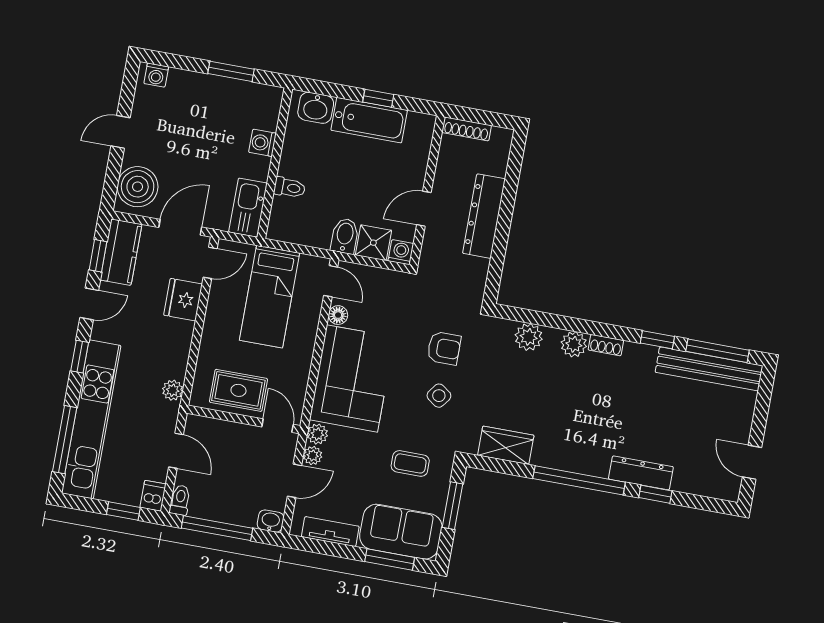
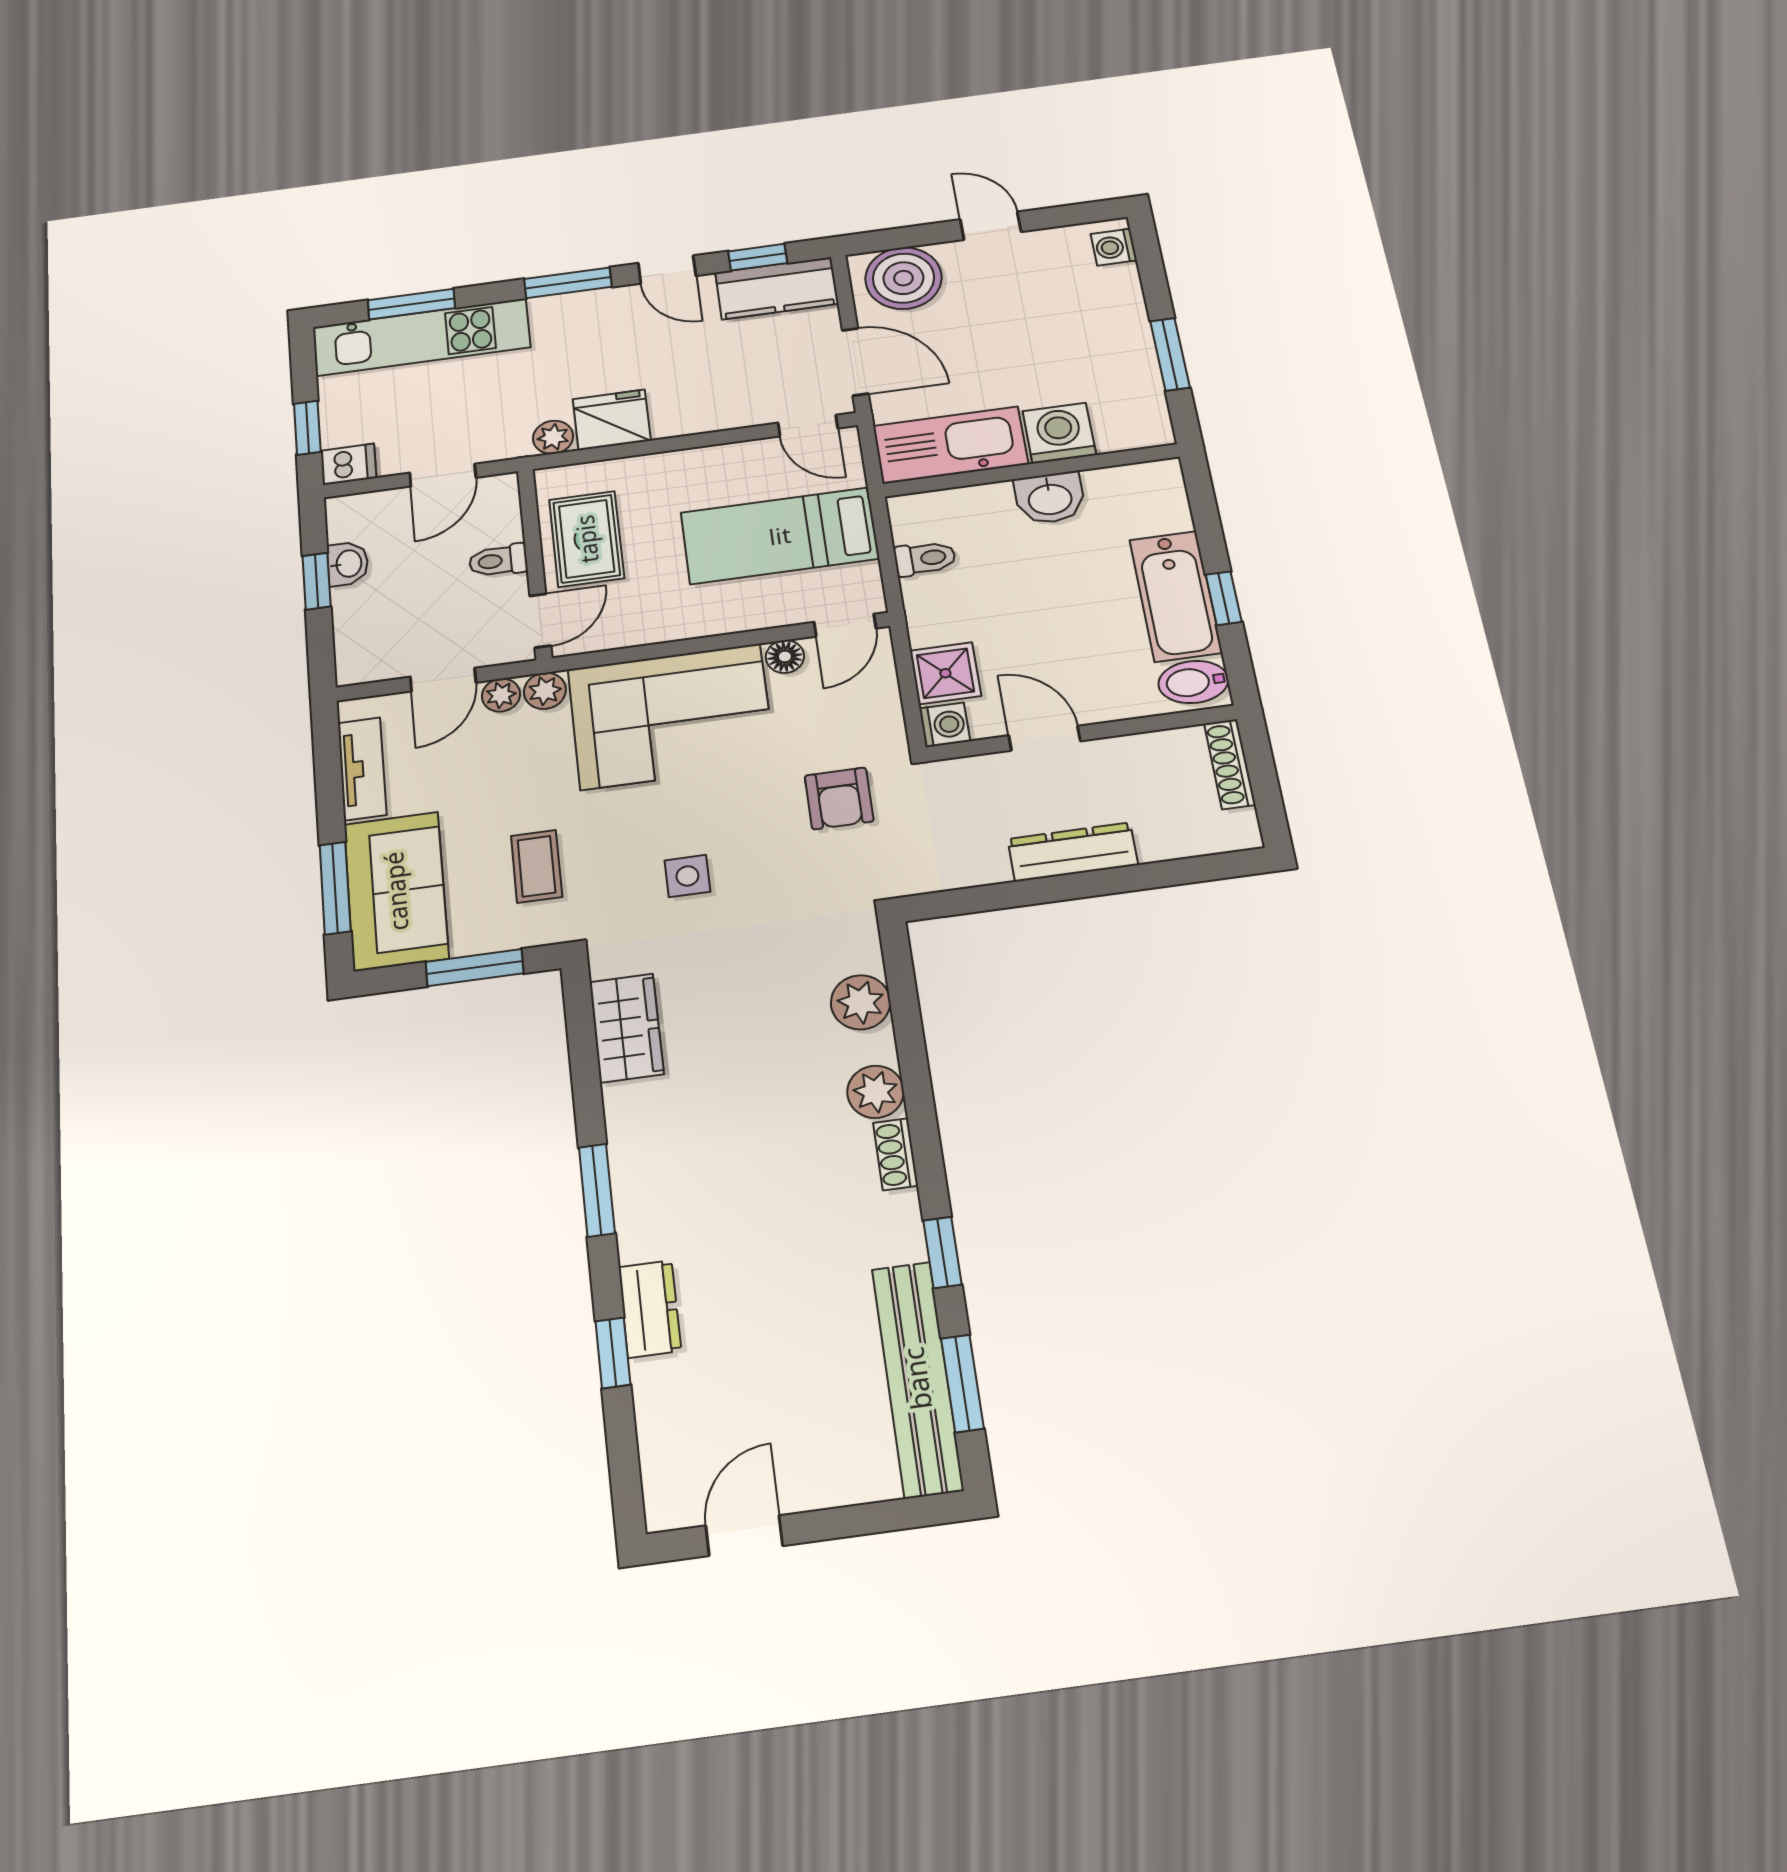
washbasin: (316, 108) -> (1050, 498), moved, turned -90
washing machine: (262, 143) -> (1059, 433), width x1.38, depth x1.38
toilet: (290, 188) -> (925, 558), moved, turned -90
kitchen sink: (248, 208) -> (950, 445), width x1.36, depth x1.24
dresser: (484, 216) -> (1073, 852), width x0.73, depth x0.80
bidet: (345, 236) -> (1193, 682), moved, turned 180
fridge: (183, 300) -> (612, 420), moved
armchair: (444, 348) -> (839, 798), moved
window: (717, 351) -> (962, 1383), width x0.69
window: (80, 357) -> (568, 283), width x1.50
side table: (439, 396) -> (687, 876), turned -36
kitchen unit: (91, 419) -> (421, 337), width x0.73
window: (65, 440) -> (411, 304), width x0.69
dresser: (641, 473) -> (650, 1309), width x0.70
window: (579, 480) -> (597, 1190), width x0.47
door: (294, 481) -> (443, 680), hinge flipped
toilet: (180, 500) -> (498, 561), moved, turned 180
washbasin: (271, 521) -> (348, 564), moved
window: (217, 528) -> (317, 581), width x0.46

